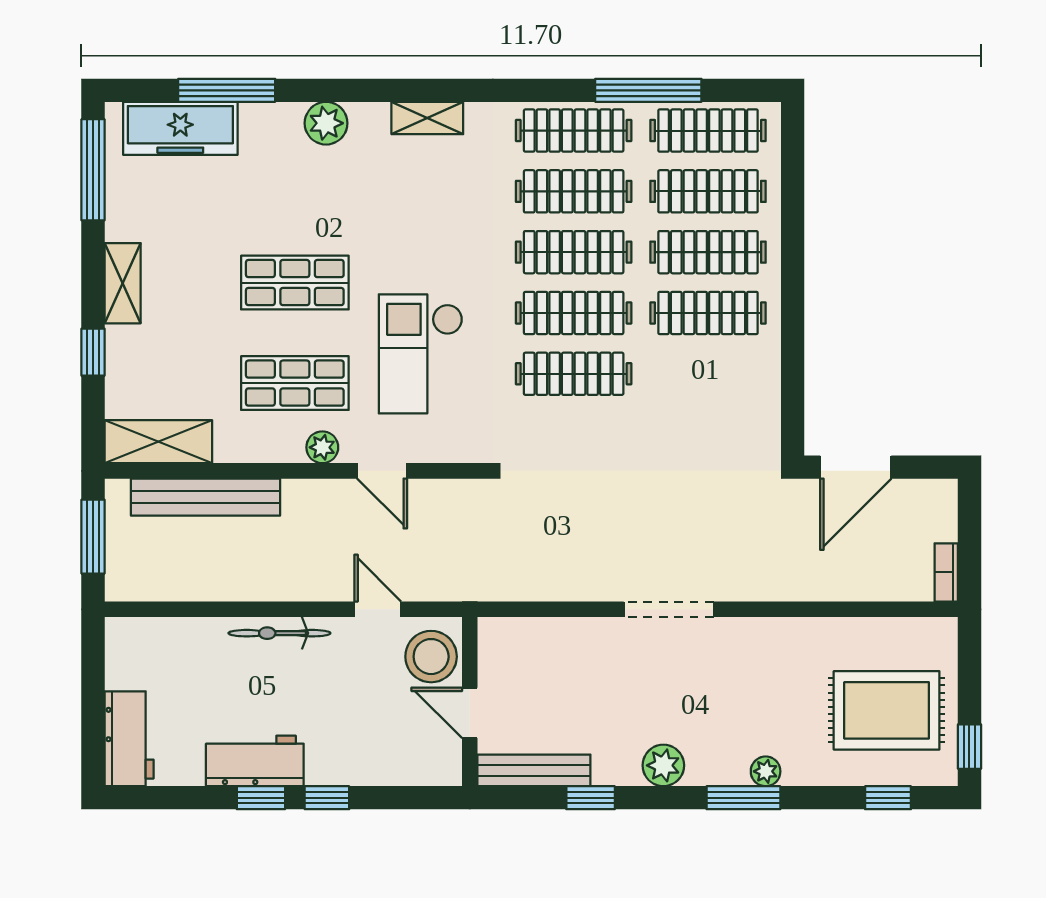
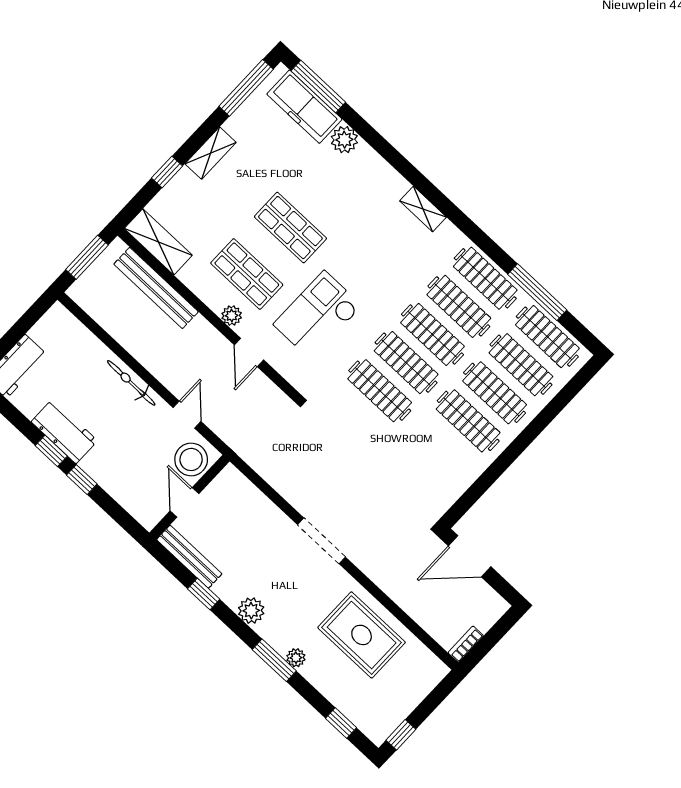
window: (227, 90) -> (318, 87), moved
plant: (326, 123) -> (344, 140), moved
rug: (887, 710) -> (362, 635), moved

